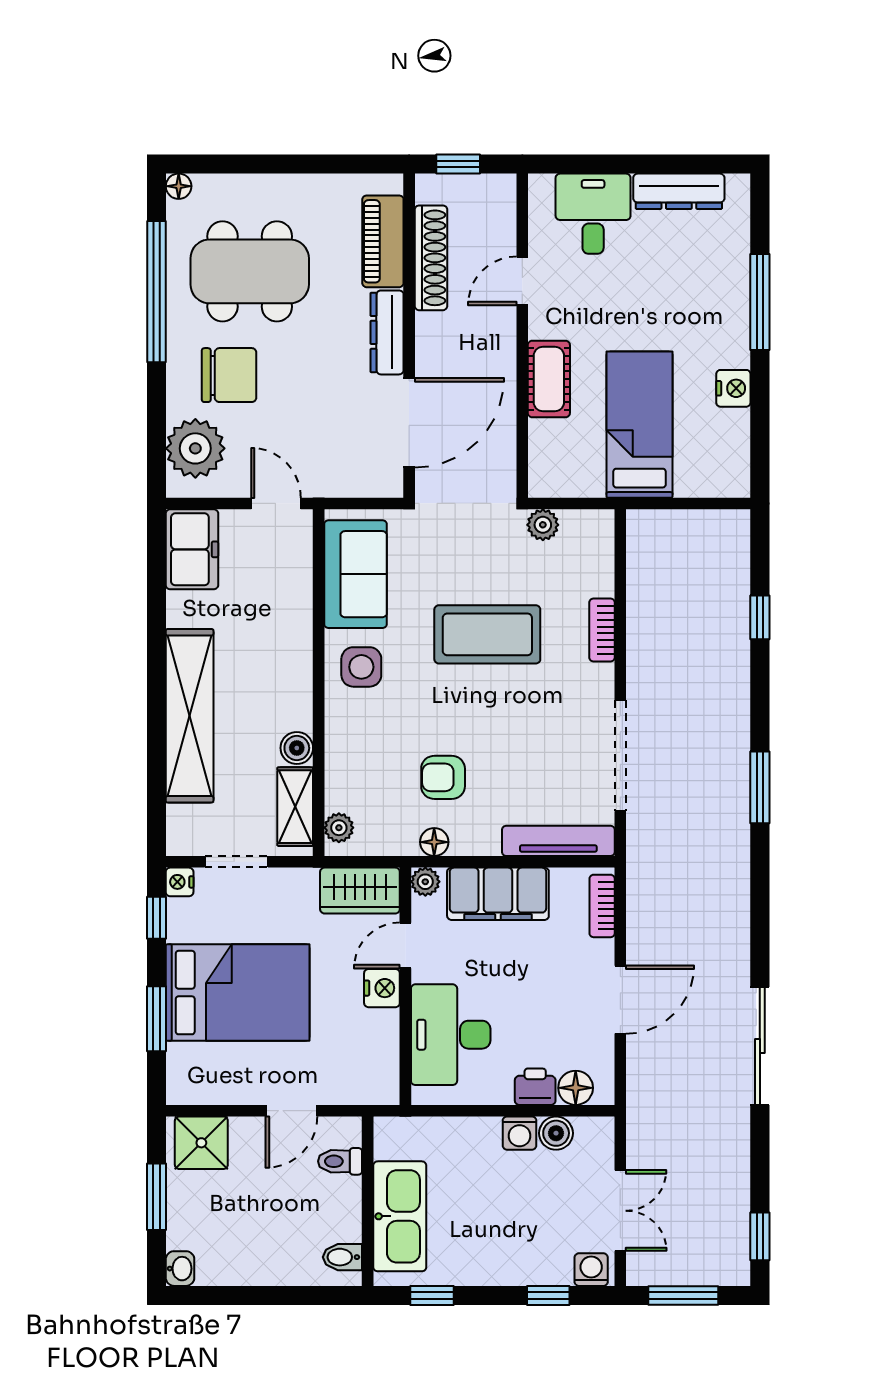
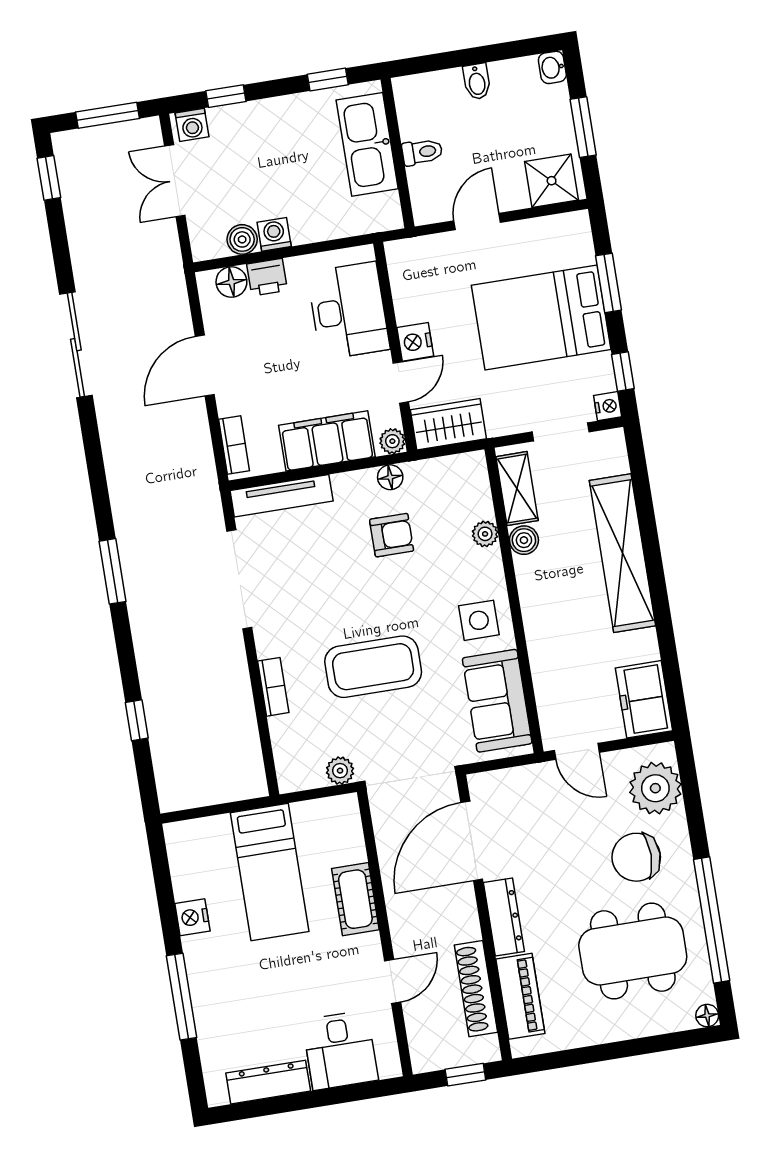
plant: (339, 828) -> (485, 534), moved
toilet: (340, 1161) -> (422, 152), moved
bidet: (342, 1257) -> (477, 81), moved, turned 90

